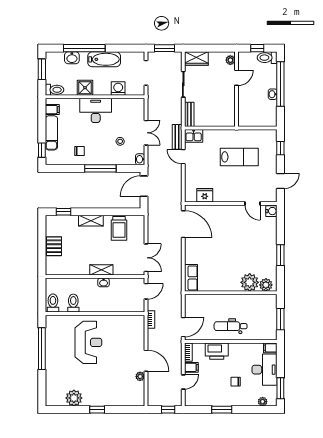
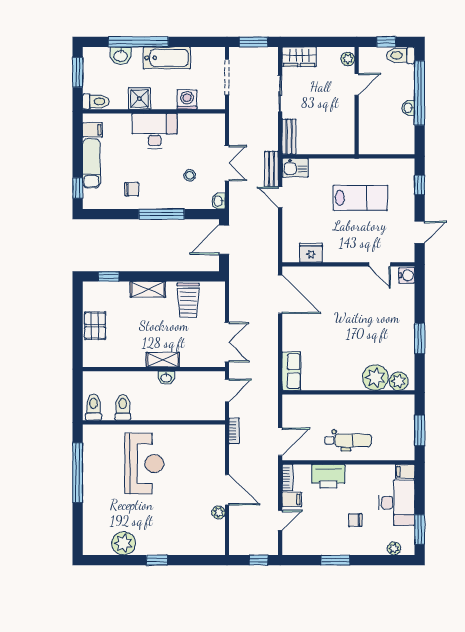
dental chair: (231, 326) -> (348, 440), turned 180

